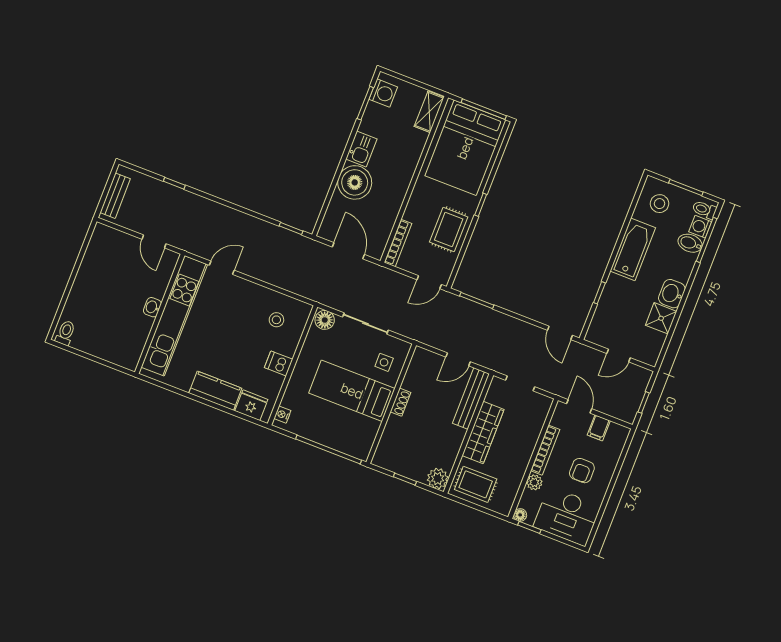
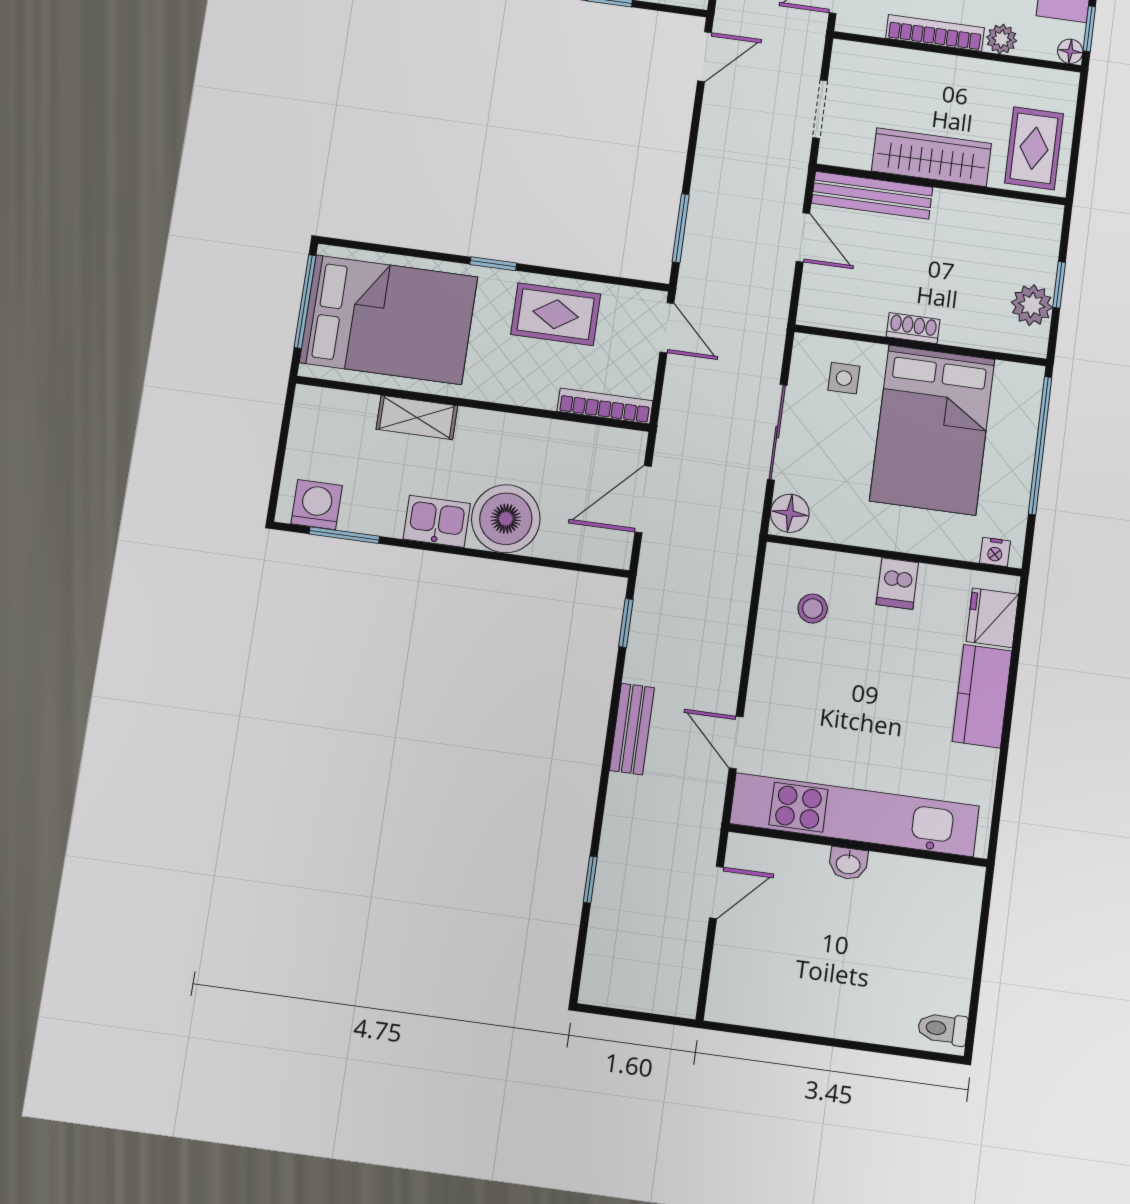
shelving: (429, 112) -> (417, 417), moved
bench: (115, 196) -> (632, 729), moved, turned 90
bed: (352, 391) -> (932, 430), width x1.50
plant: (438, 479) -> (1032, 305), moved

